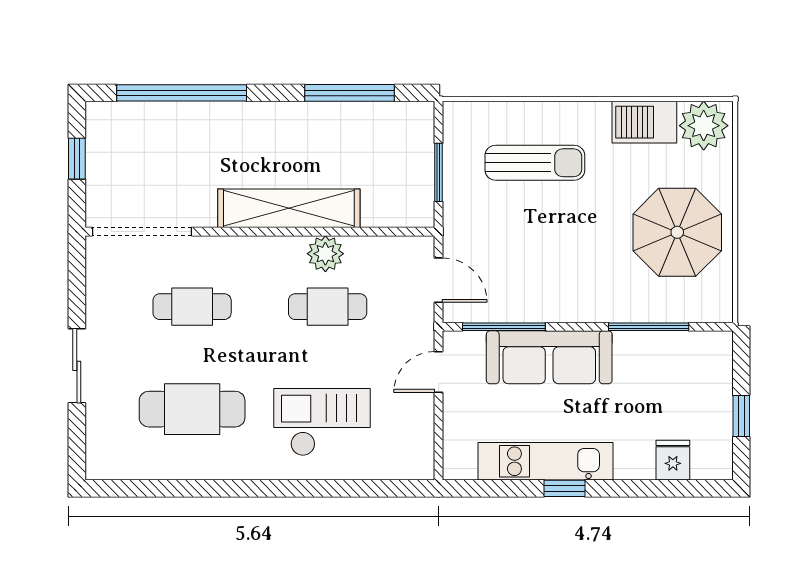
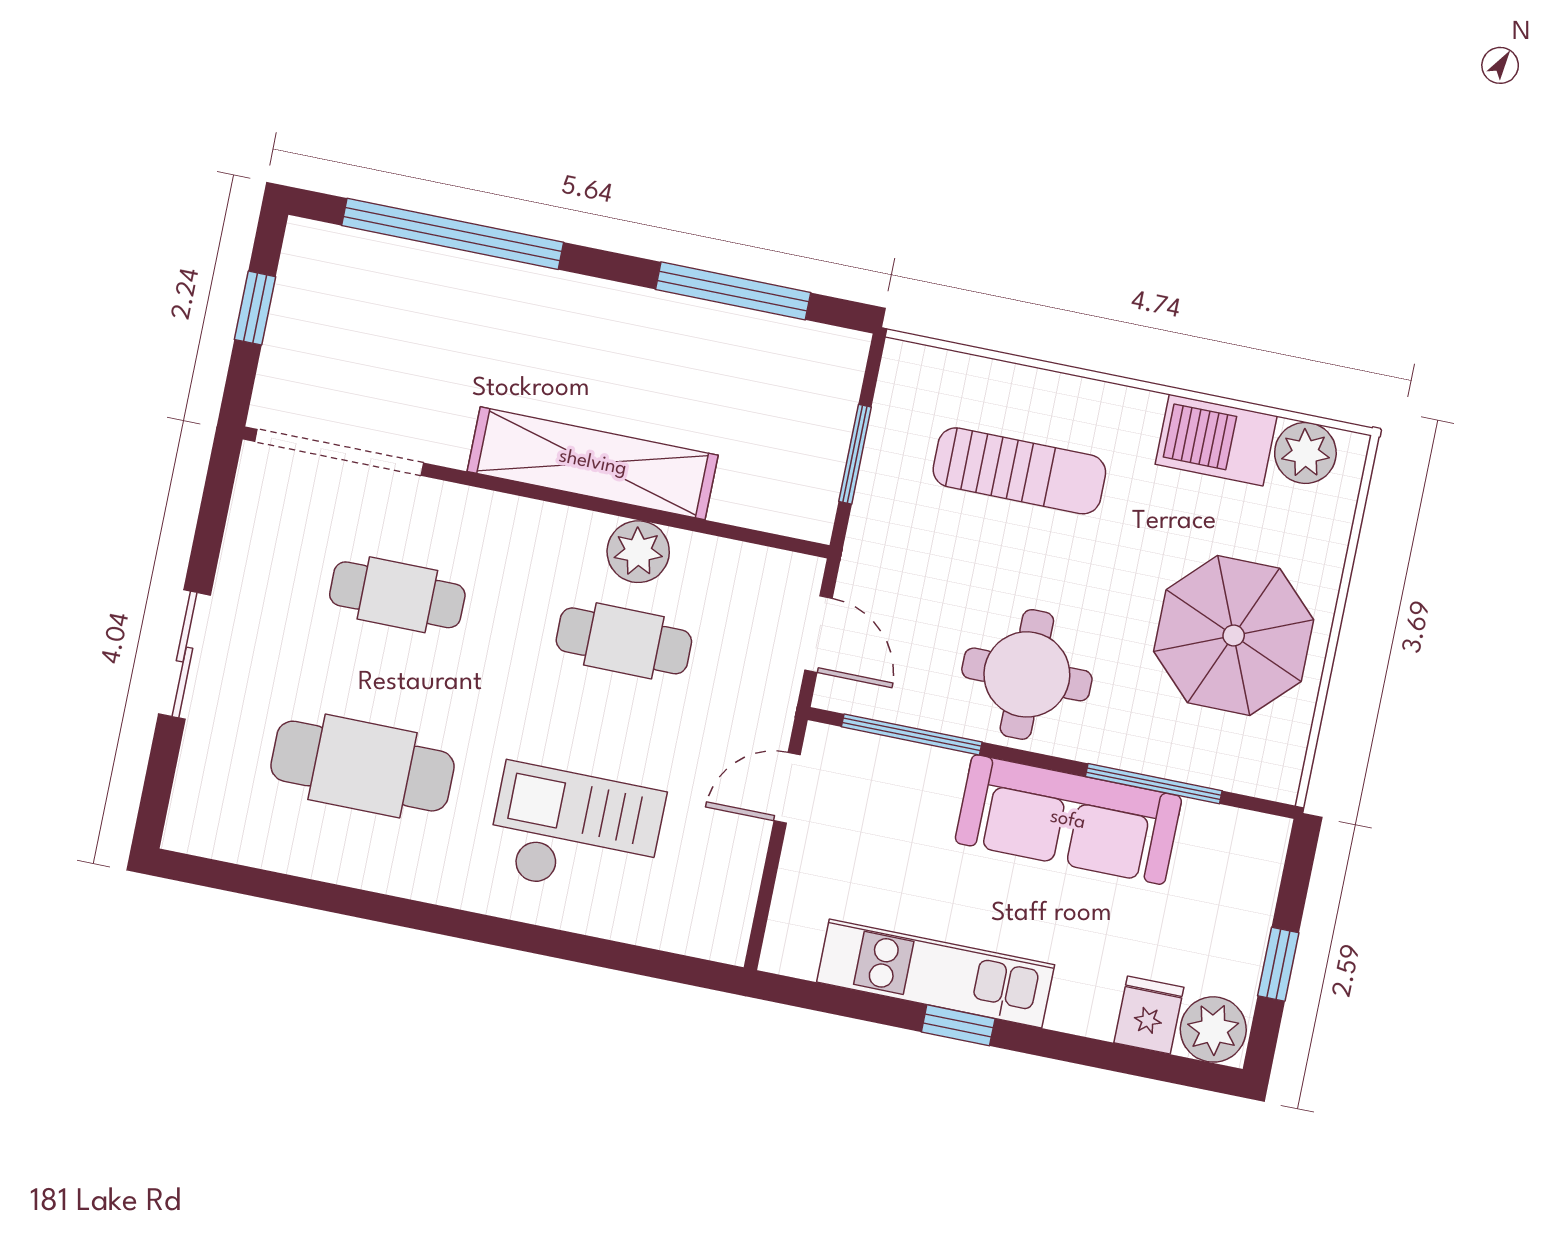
plant: (704, 126) -> (1305, 453), width x0.73, depth x0.73
round table: (563, 279) -> (1027, 674), added
sofa: (549, 357) -> (1068, 820), moved
plant: (712, 461) -> (1213, 1029), added

